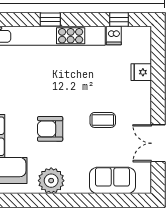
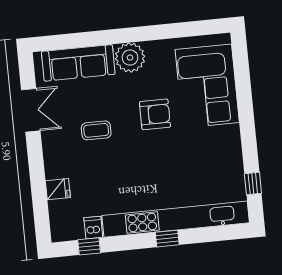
sofa: (112, 180) -> (78, 63), width x1.36
plant: (51, 181) -> (130, 58), moved

